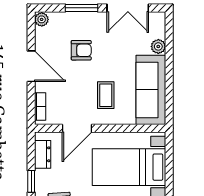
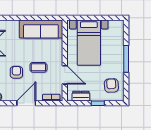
plant: (158, 46) -> (14, 24), removed
coffee table: (106, 95) -> (38, 67), moved

